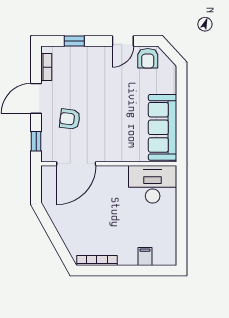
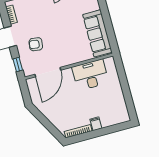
desk: (153, 184) -> (90, 75), moved
filing cabinet: (145, 257) -> (96, 124), moved

